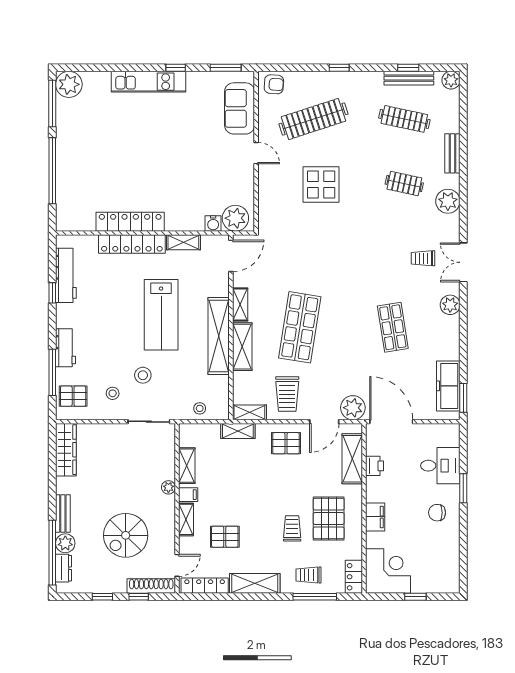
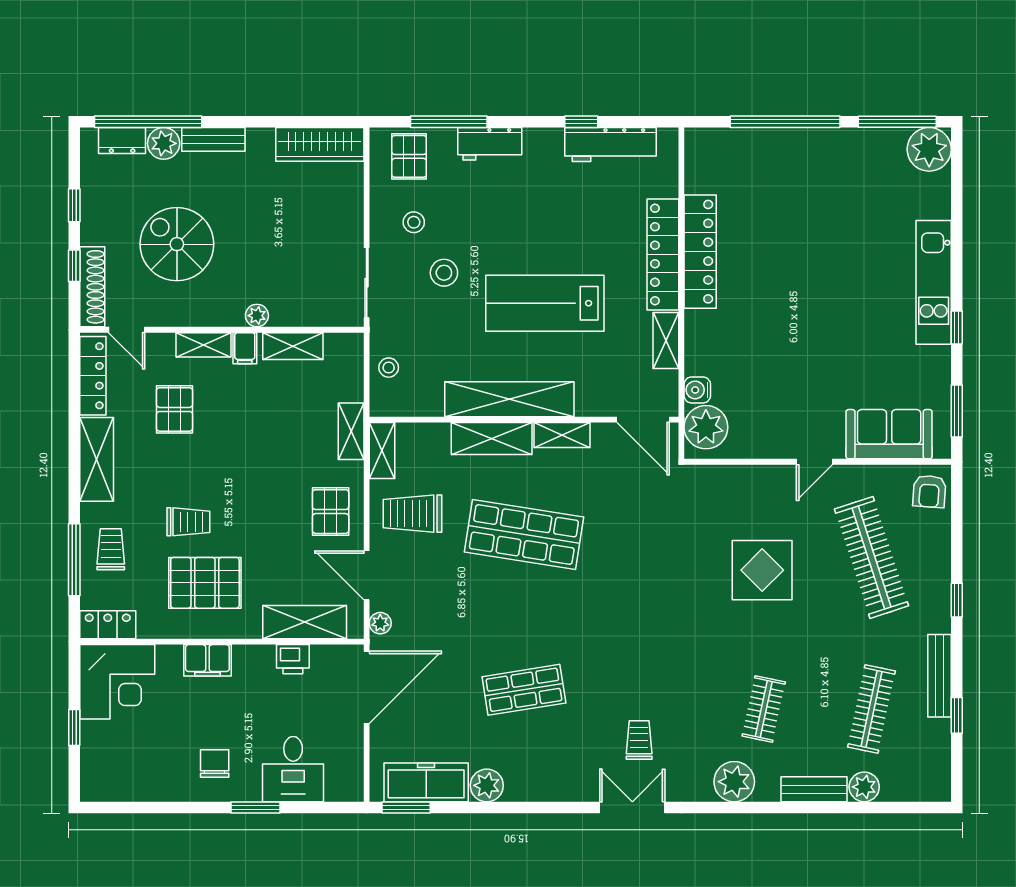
bench: (409, 78) -> (940, 676), moved
plant: (451, 80) -> (864, 787), moved
plant: (450, 305) -> (487, 785), moved
plant: (353, 408) -> (380, 623), width x0.53, depth x0.53

